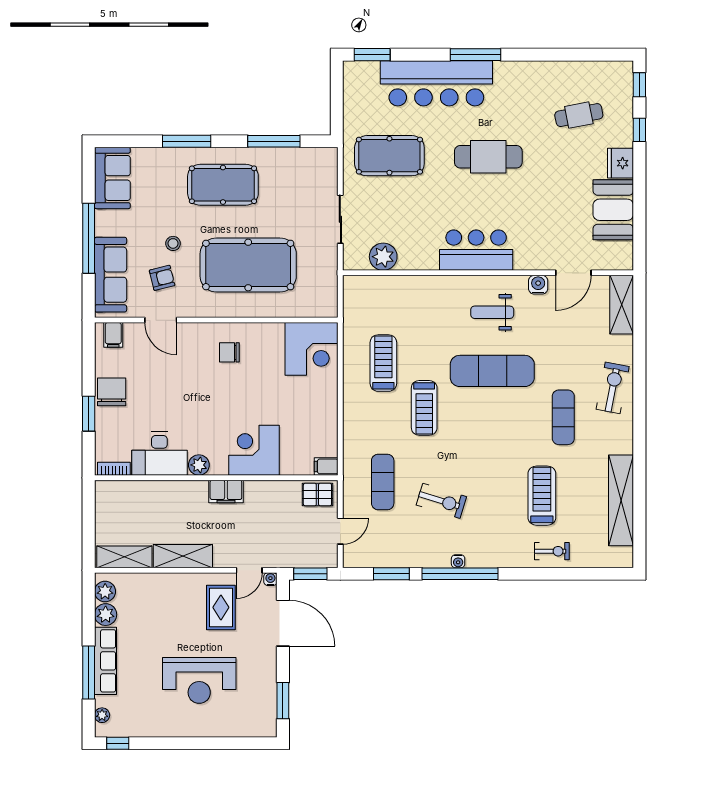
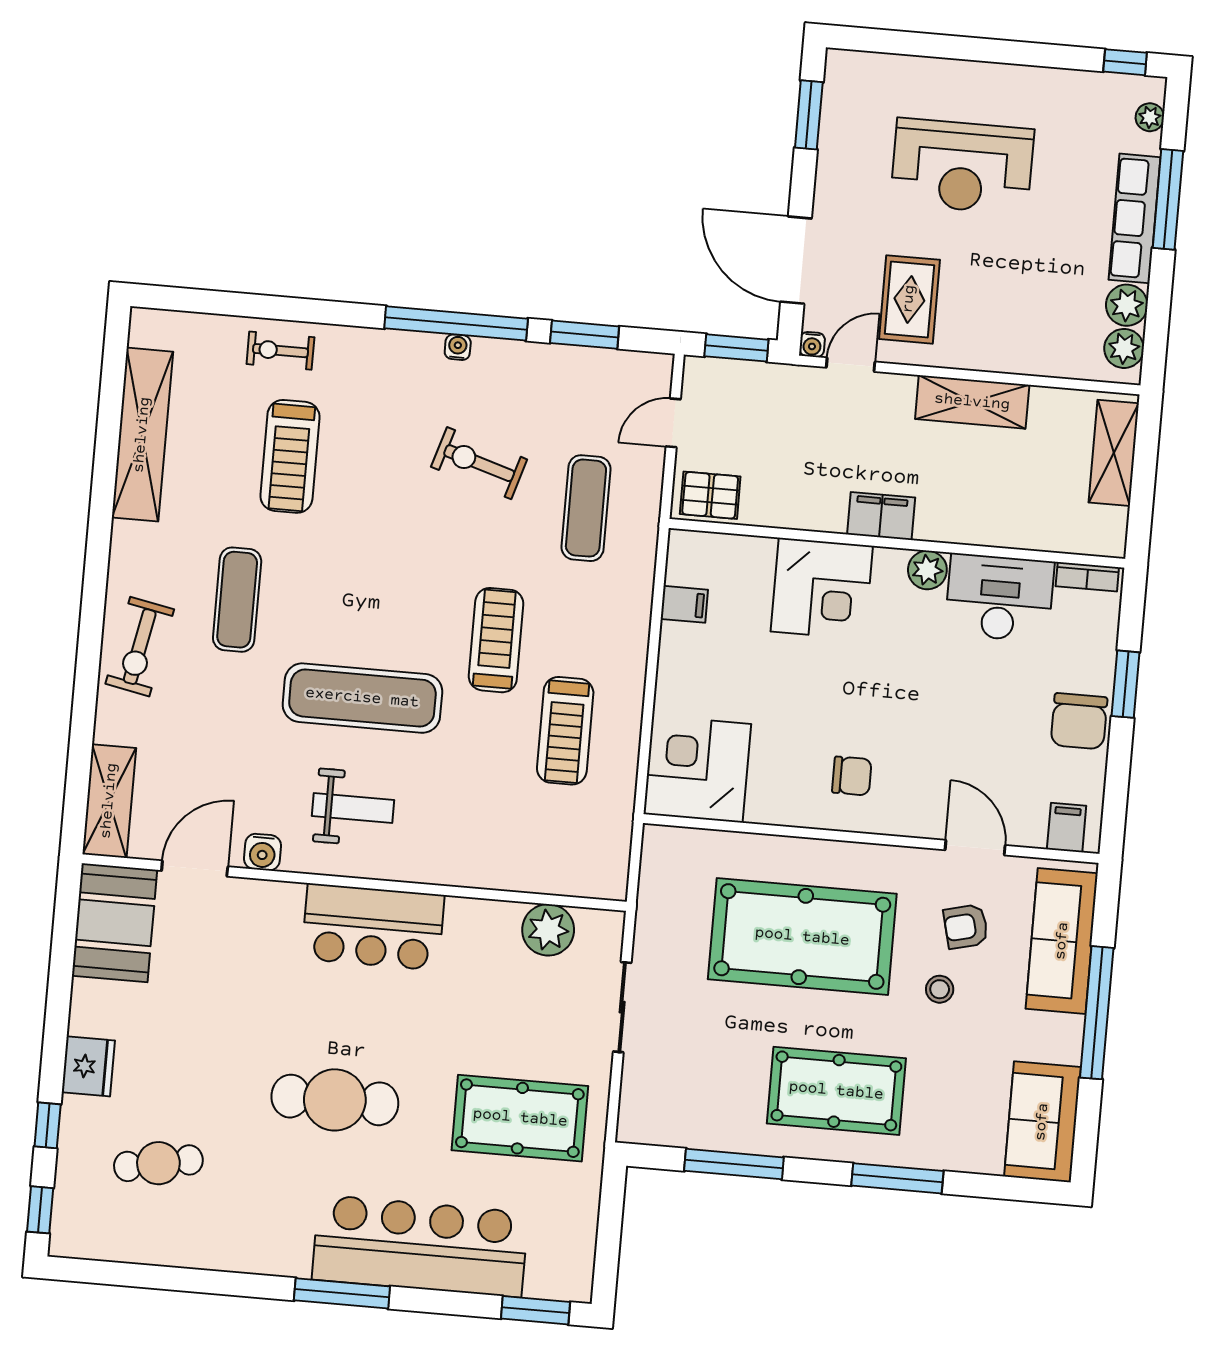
booth: (613, 210) -> (114, 923), moved
filing cabinet: (326, 466) -> (684, 604), moved
shelving: (124, 557) -> (1114, 453), moved, turned 90
reception desk: (199, 680) -> (962, 166), turned 180

